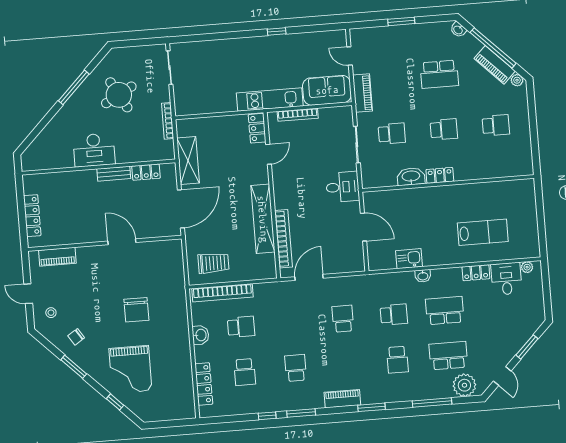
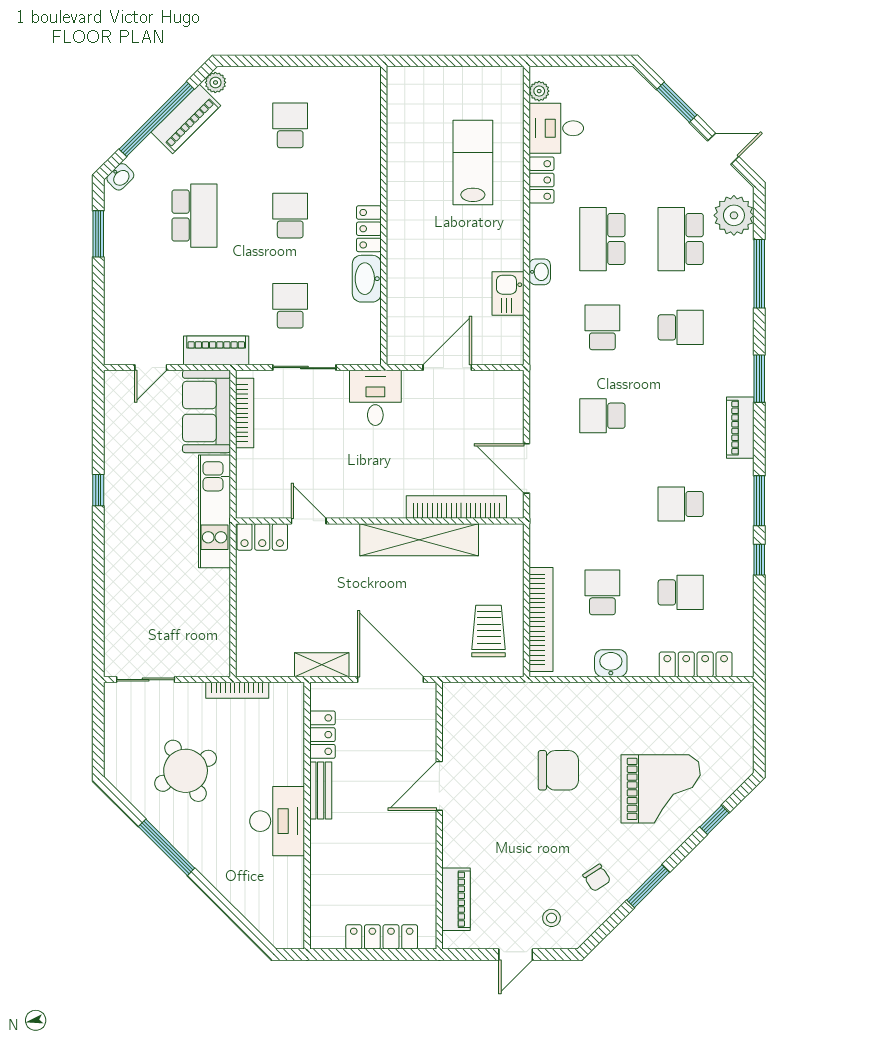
window: (401, 21) -> (98, 234), moved
bookcase: (298, 115) -> (245, 413), moved
shelving: (188, 160) -> (322, 665), width x0.67, depth x0.75

